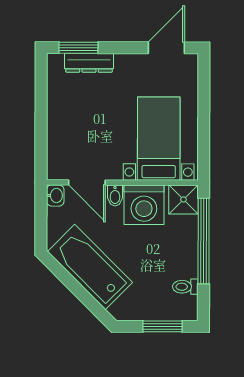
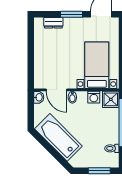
window: (78, 48) -> (72, 14), moved
dresser: (89, 63) -> (53, 23), width x0.70
washing machine: (144, 205) -> (94, 97), width x0.53, depth x0.53

